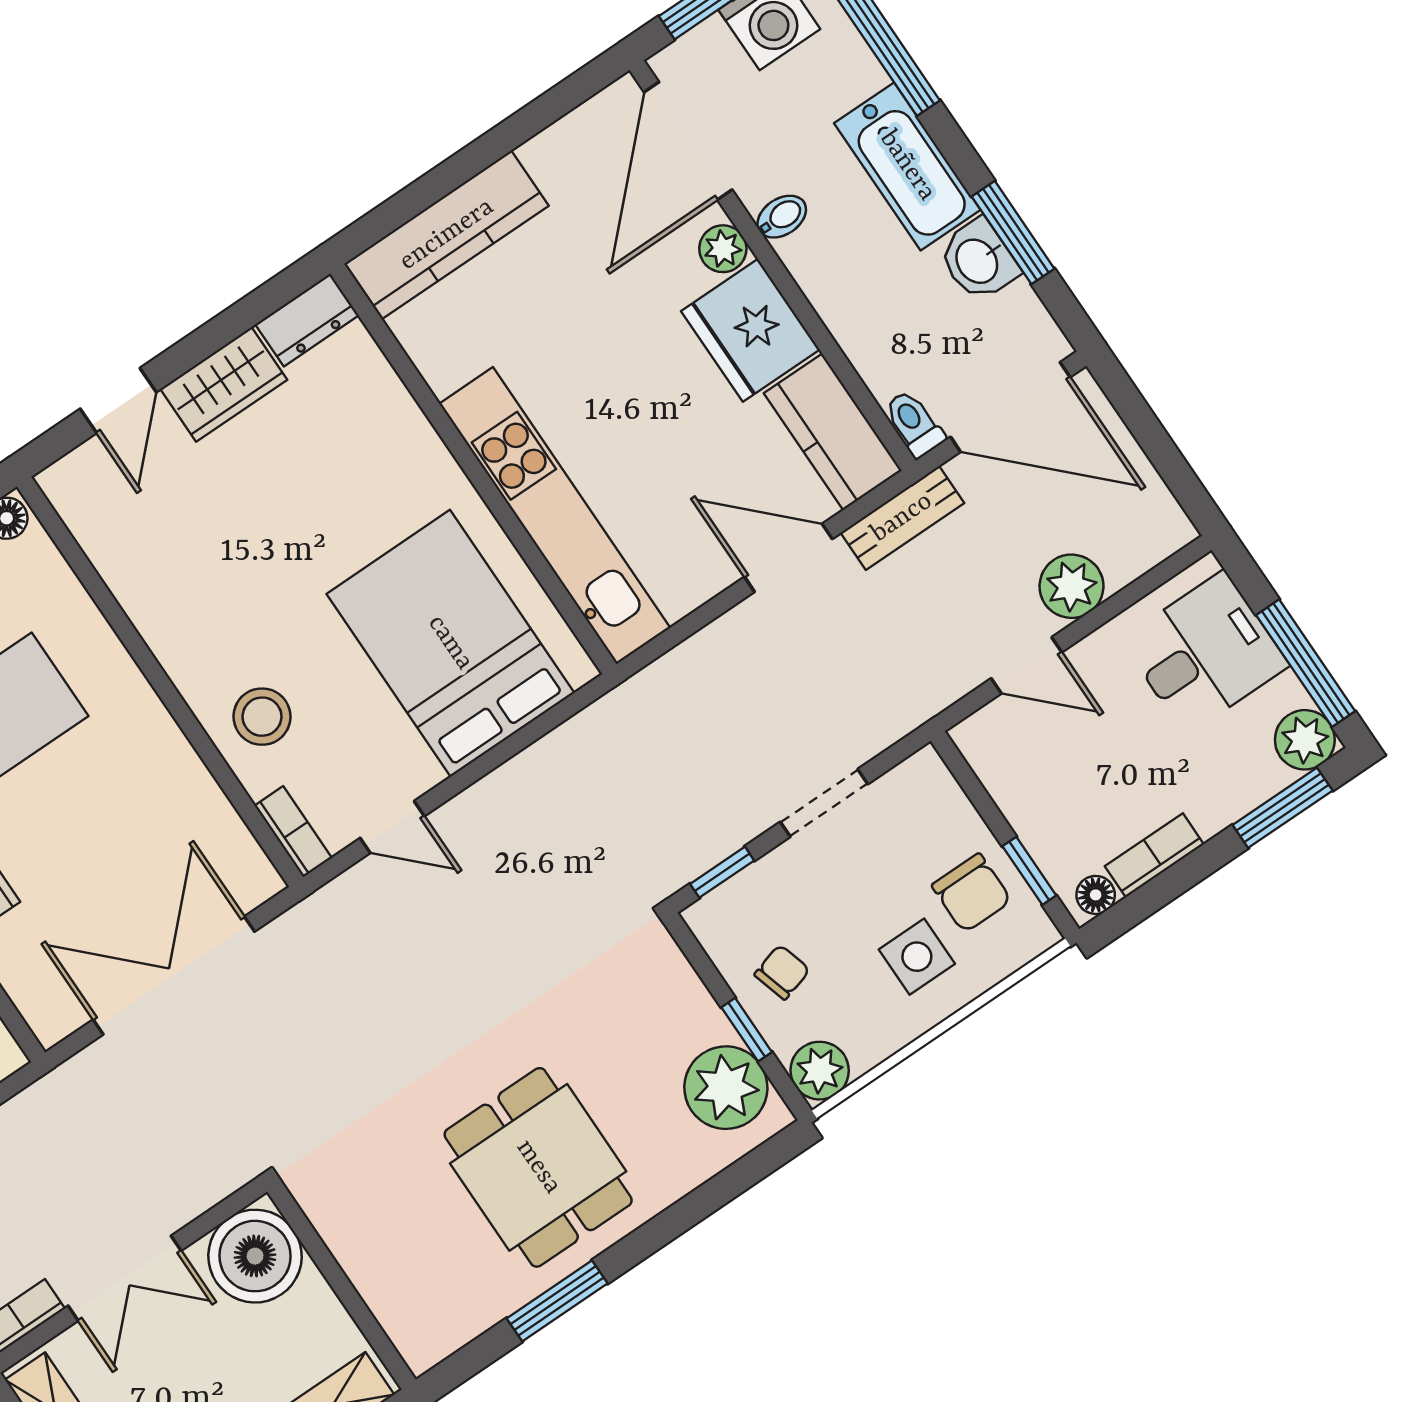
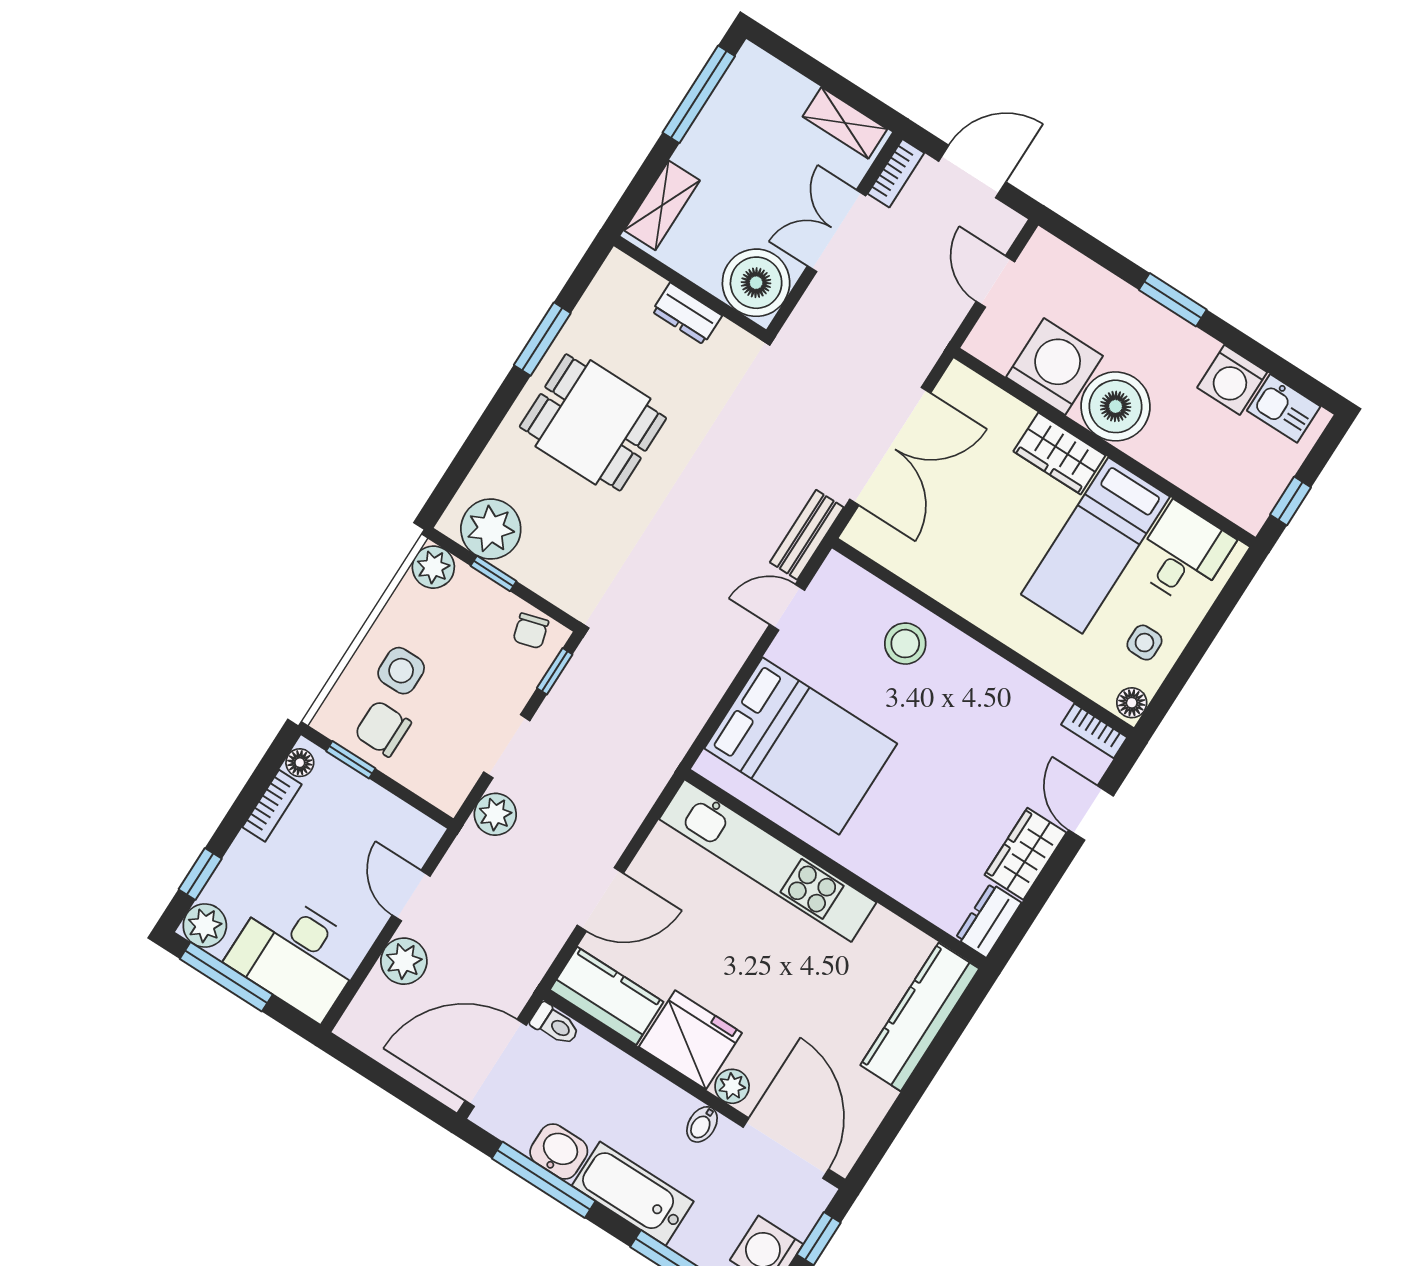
window: (1013, 233) -> (544, 1180), width x1.44
bench: (902, 518) -> (807, 535), moved
desk: (1205, 653) -> (296, 955), width x1.37
door: (1026, 665) -> (411, 896), hinge flipped
plant: (875, 723) -> (495, 814), added
window: (1283, 808) -> (200, 874), width x0.67
bookcase: (293, 832) -> (1094, 731), moved
chair: (782, 972) -> (531, 631), moved
dresser: (360, 1255) -> (687, 314), added

